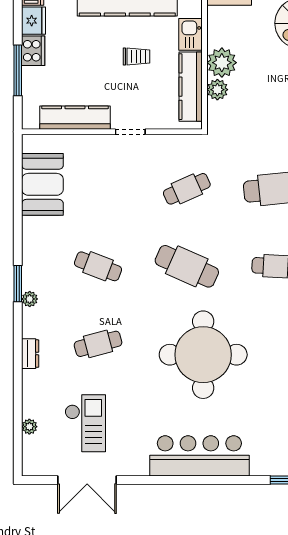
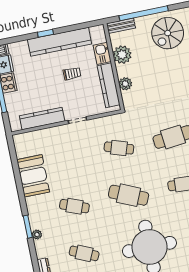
plant: (222, 63) -> (122, 55), moved
booth: (42, 184) -> (33, 176), moved
cafe table: (187, 189) -> (119, 148), turned 42
cafe table: (98, 344) -> (84, 253), turned 39

